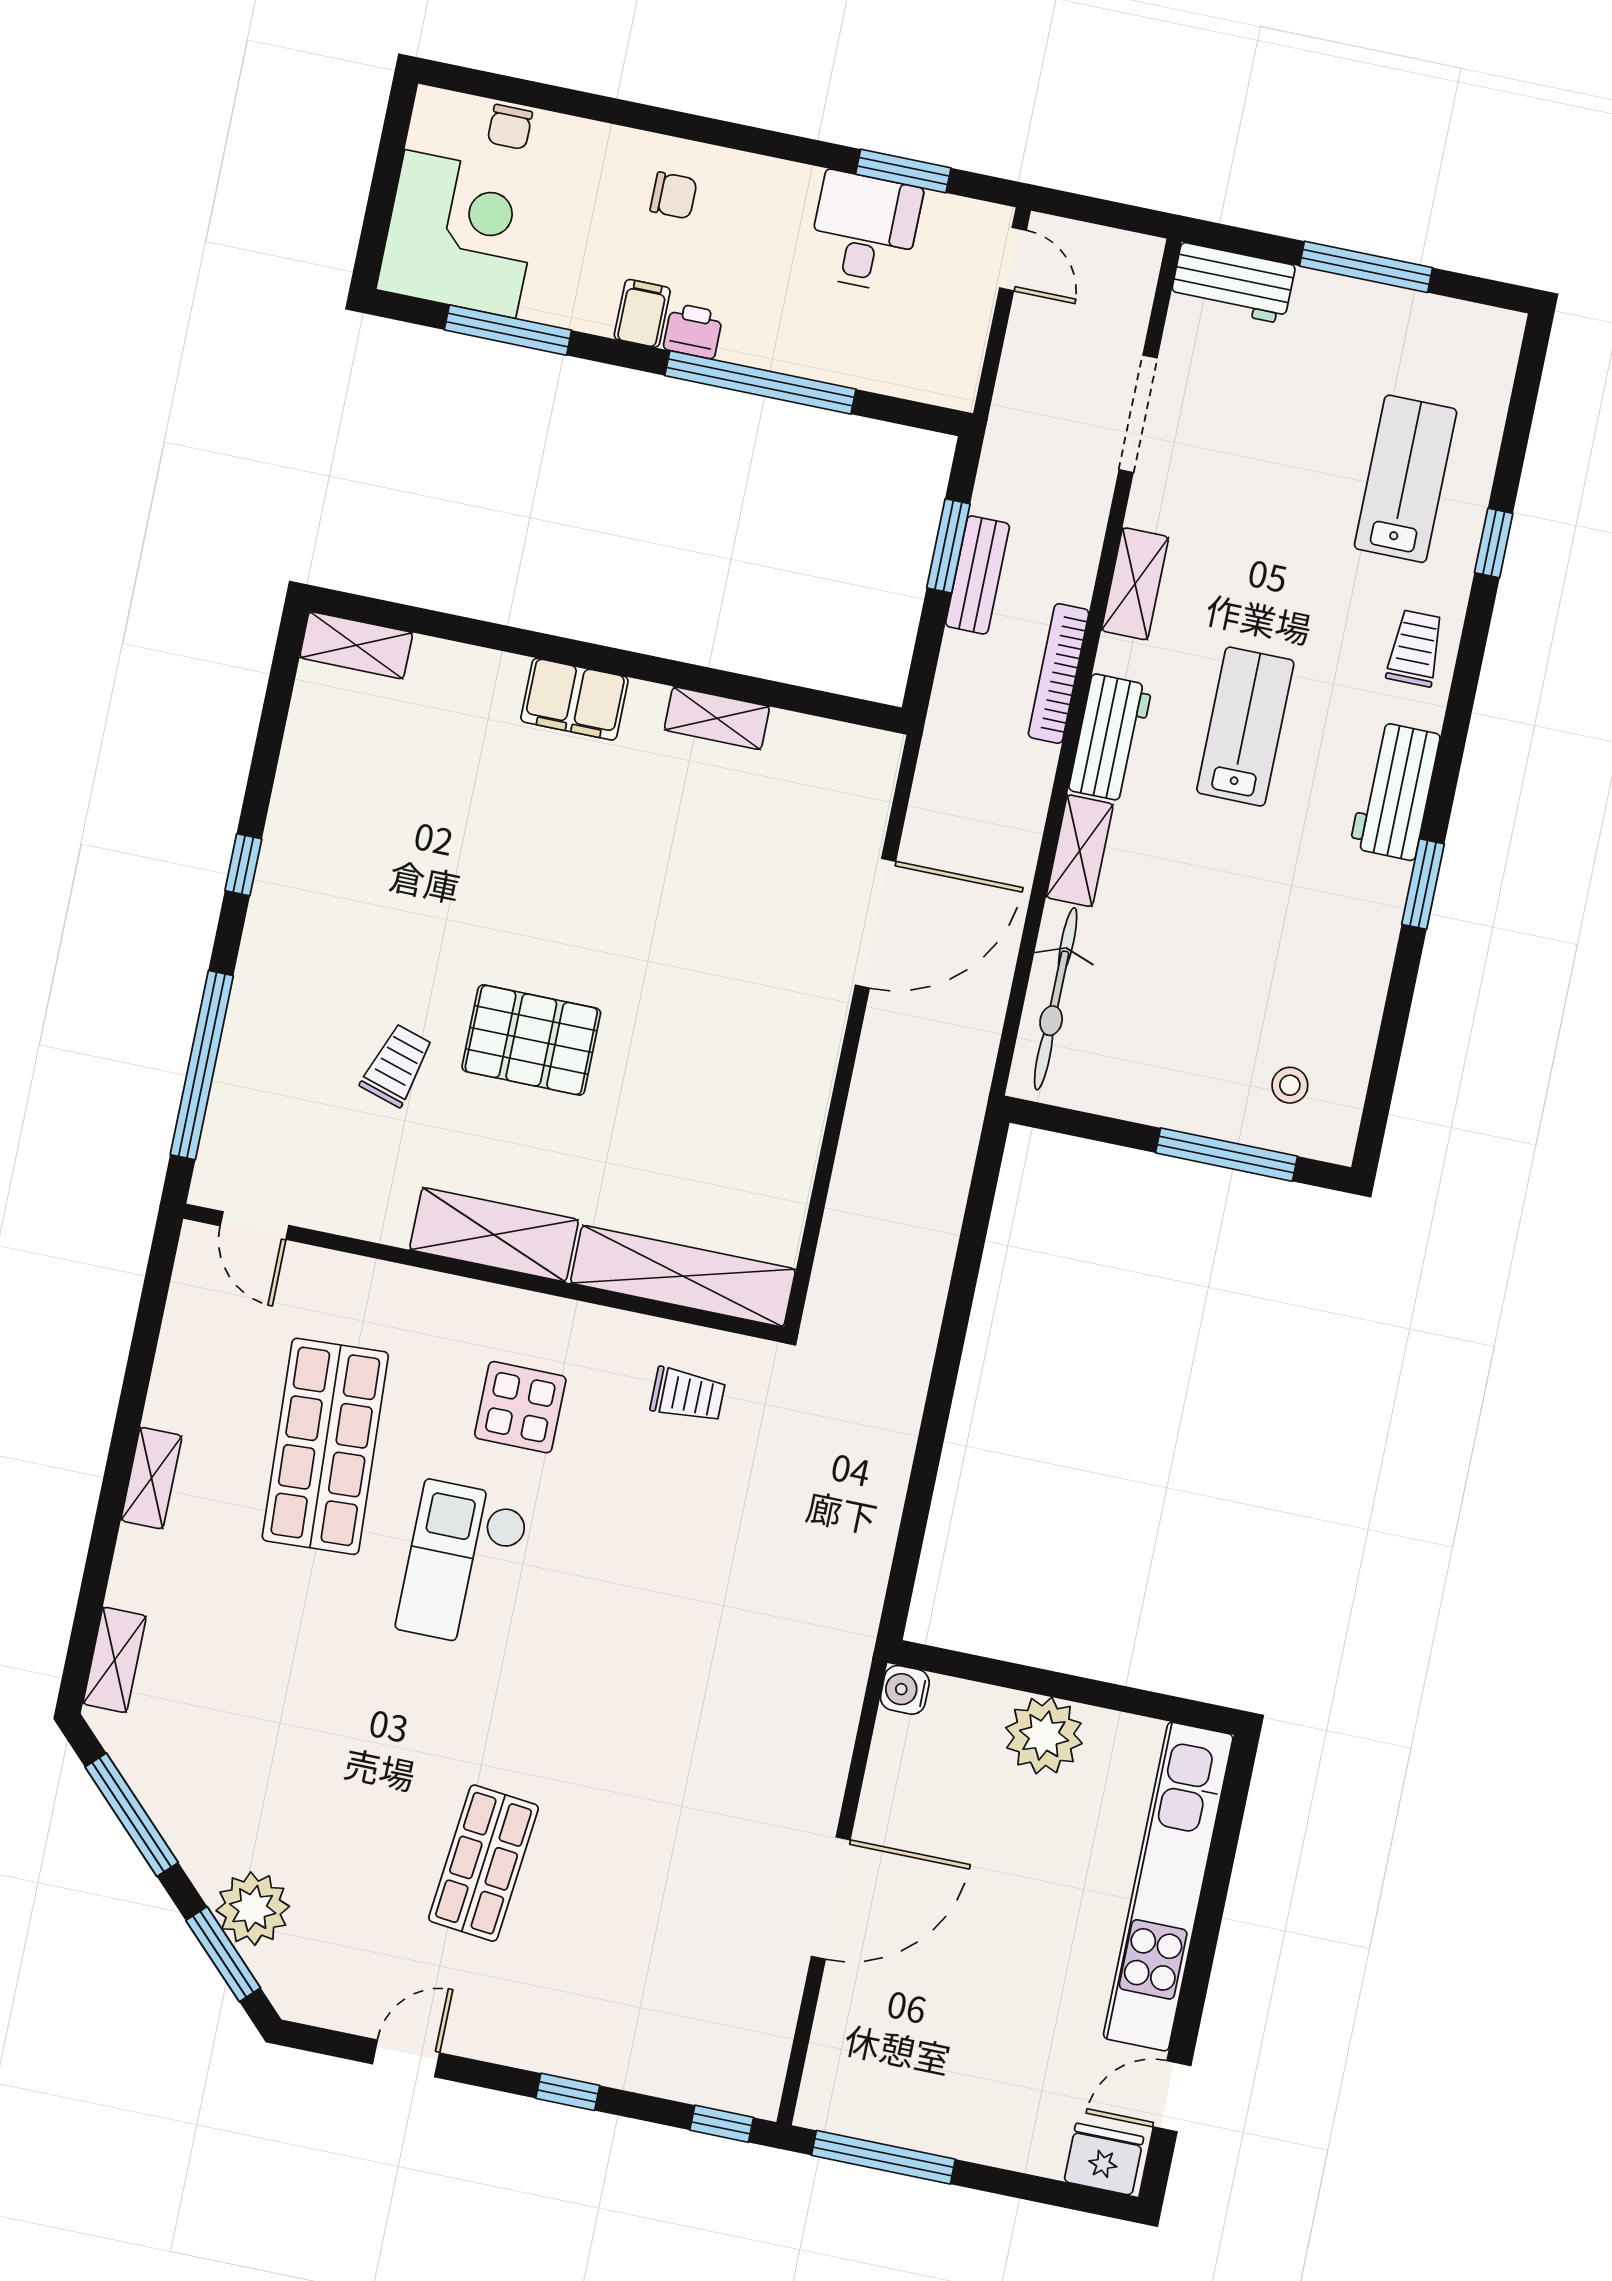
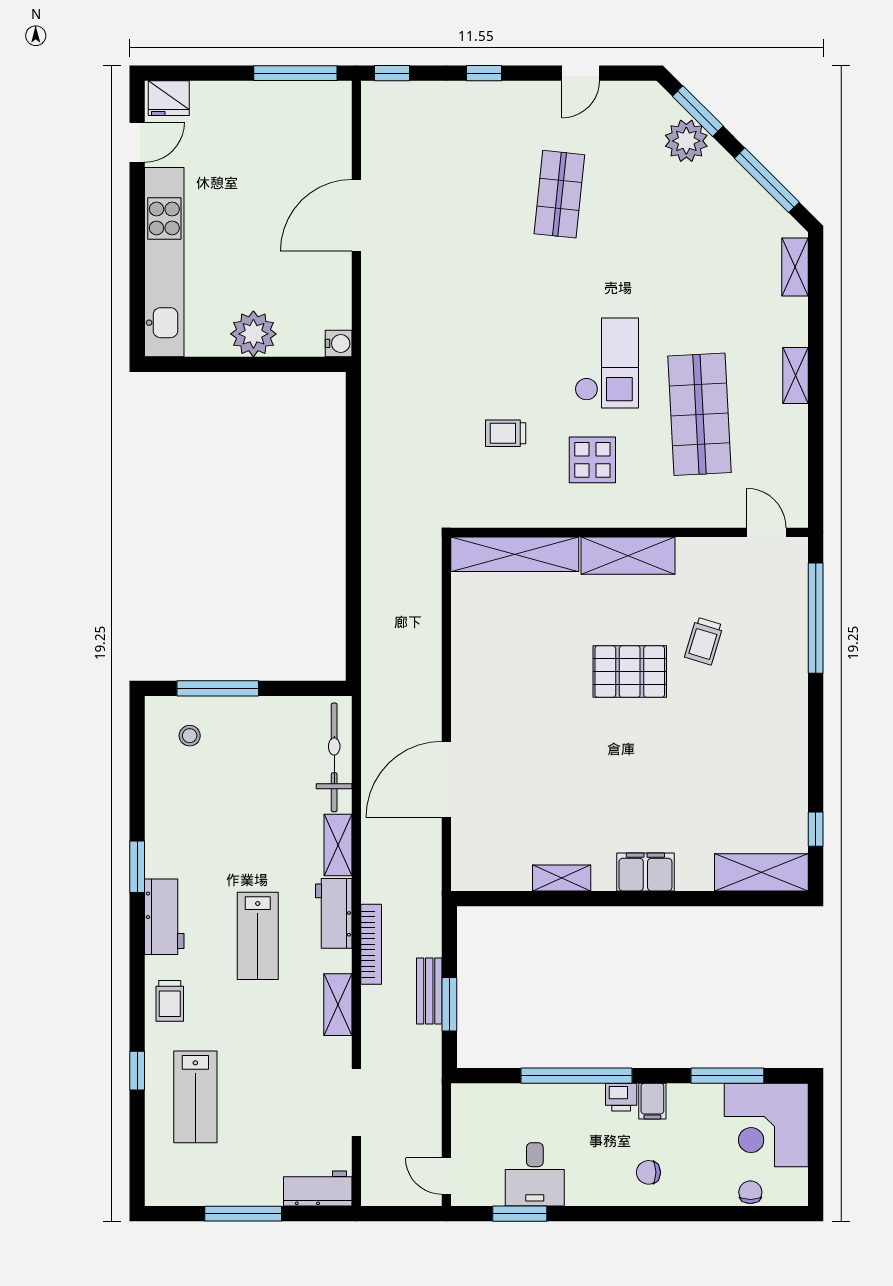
shelving: (356, 645) -> (761, 872), width x1.50, depth x1.33
window: (243, 865) -> (816, 829), moved
trolley: (688, 1395) -> (506, 433), moved

